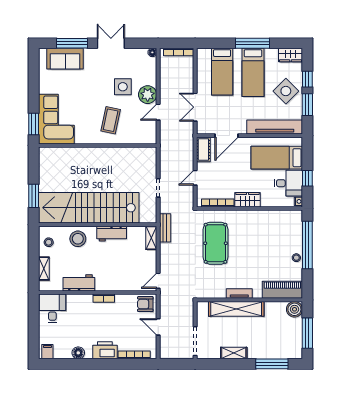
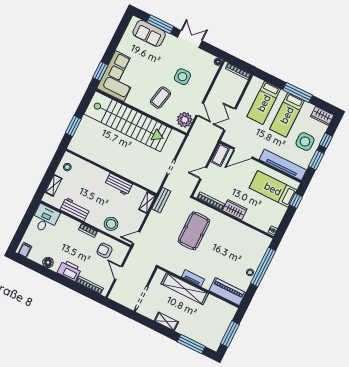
side table: (286, 91) -> (305, 142), turned 45
plant: (148, 95) -> (185, 120), moved
door: (158, 112) -> (200, 109), swing flipped
window: (307, 178) -> (296, 201), moved
desk: (288, 183) -> (272, 213), removed
stairs: (89, 208) -> (128, 121), moved, turned 180
stool: (78, 239) -> (111, 224), moved
armchair: (145, 304) -> (105, 251), moved
boiler: (294, 309) -> (229, 311), removed

